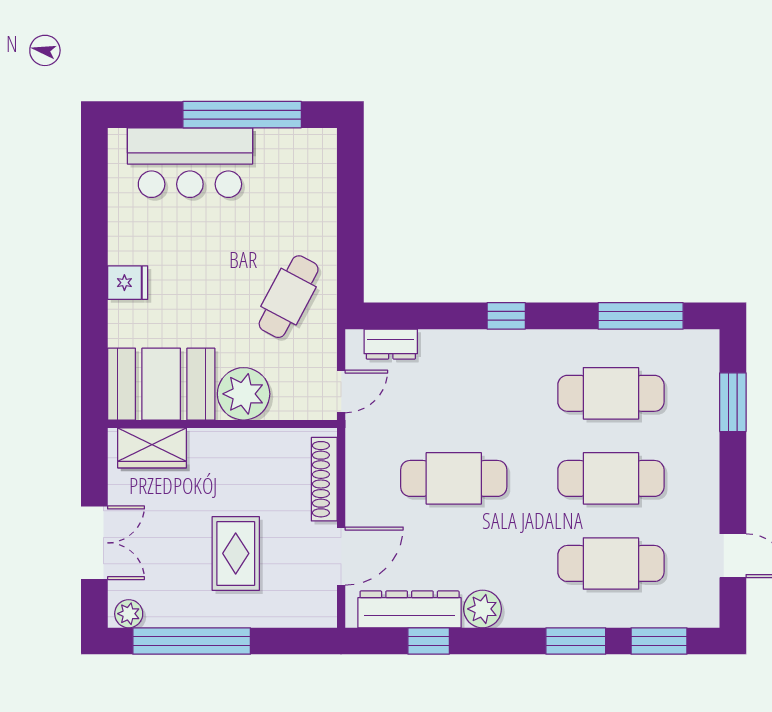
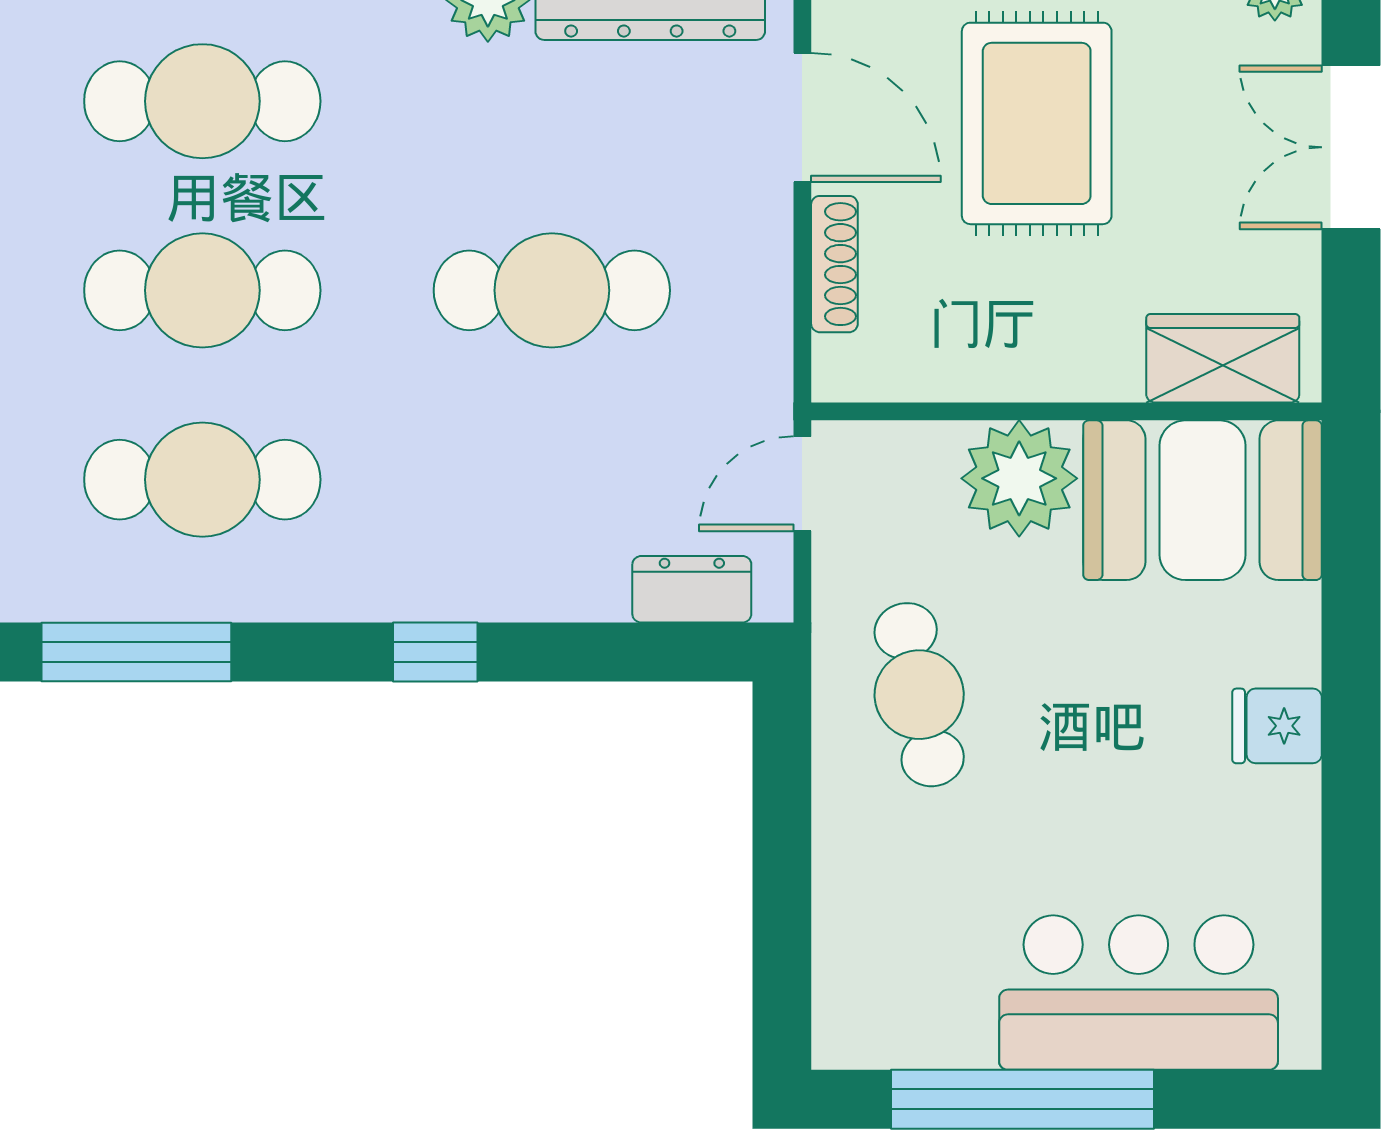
cafe table: (289, 297) -> (919, 695), turned -40
shoe rack: (324, 479) -> (834, 264), width x0.74, depth x0.81
rug: (236, 553) -> (1037, 123), width x1.36, depth x1.43
door: (341, 556) -> (802, 118), swing flipped

